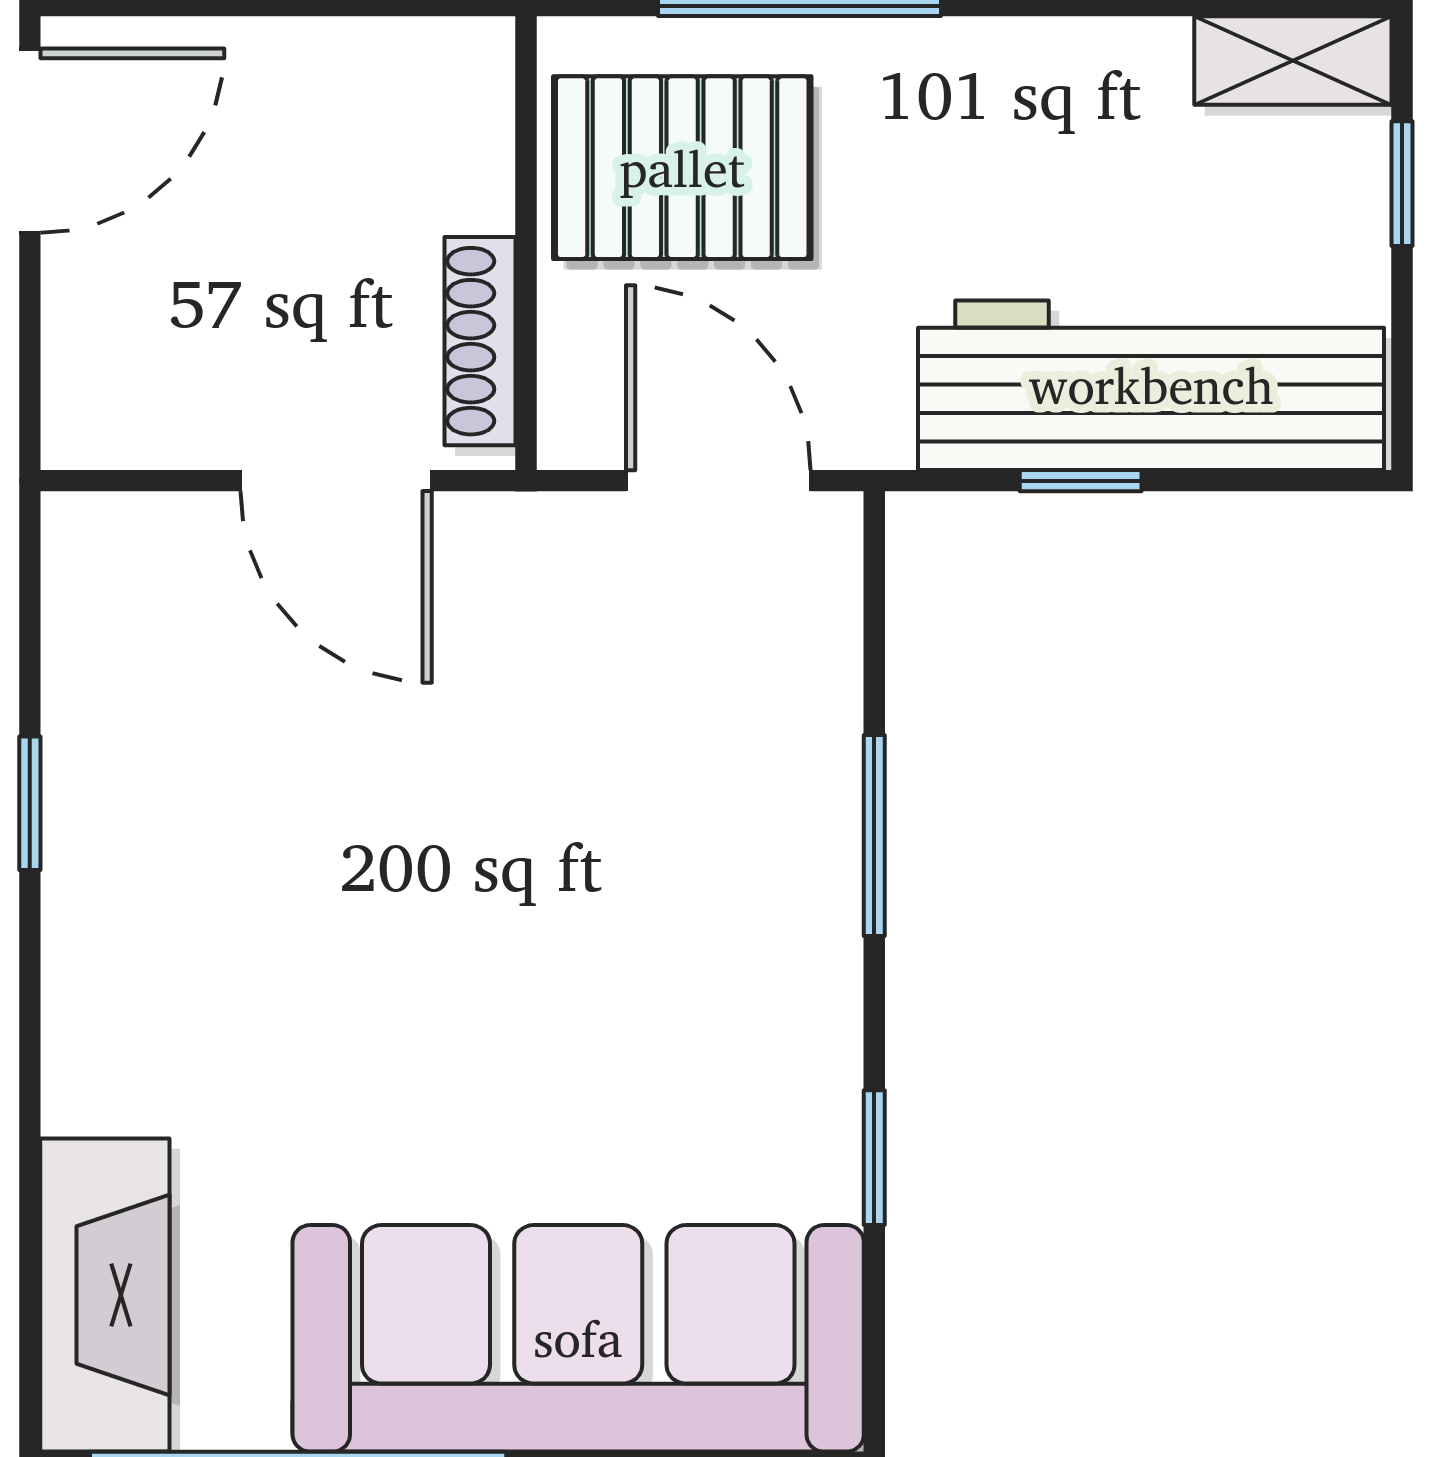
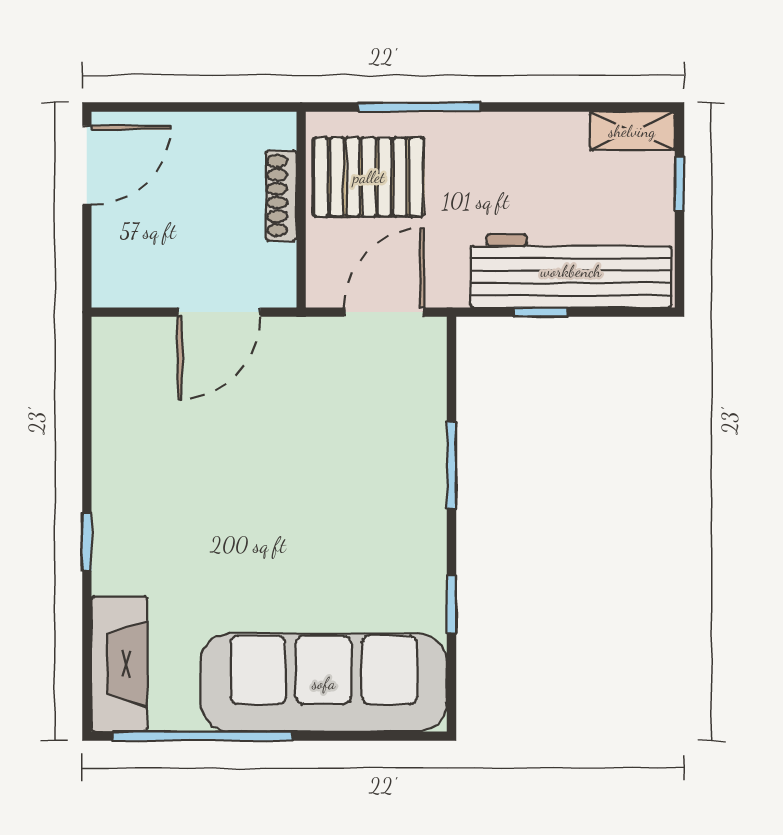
shoe rack: (480, 341) -> (281, 196), moved
door: (336, 481) -> (219, 312), hinge flipped
door: (718, 481) -> (384, 312), hinge flipped
window: (30, 803) -> (87, 542), moved

